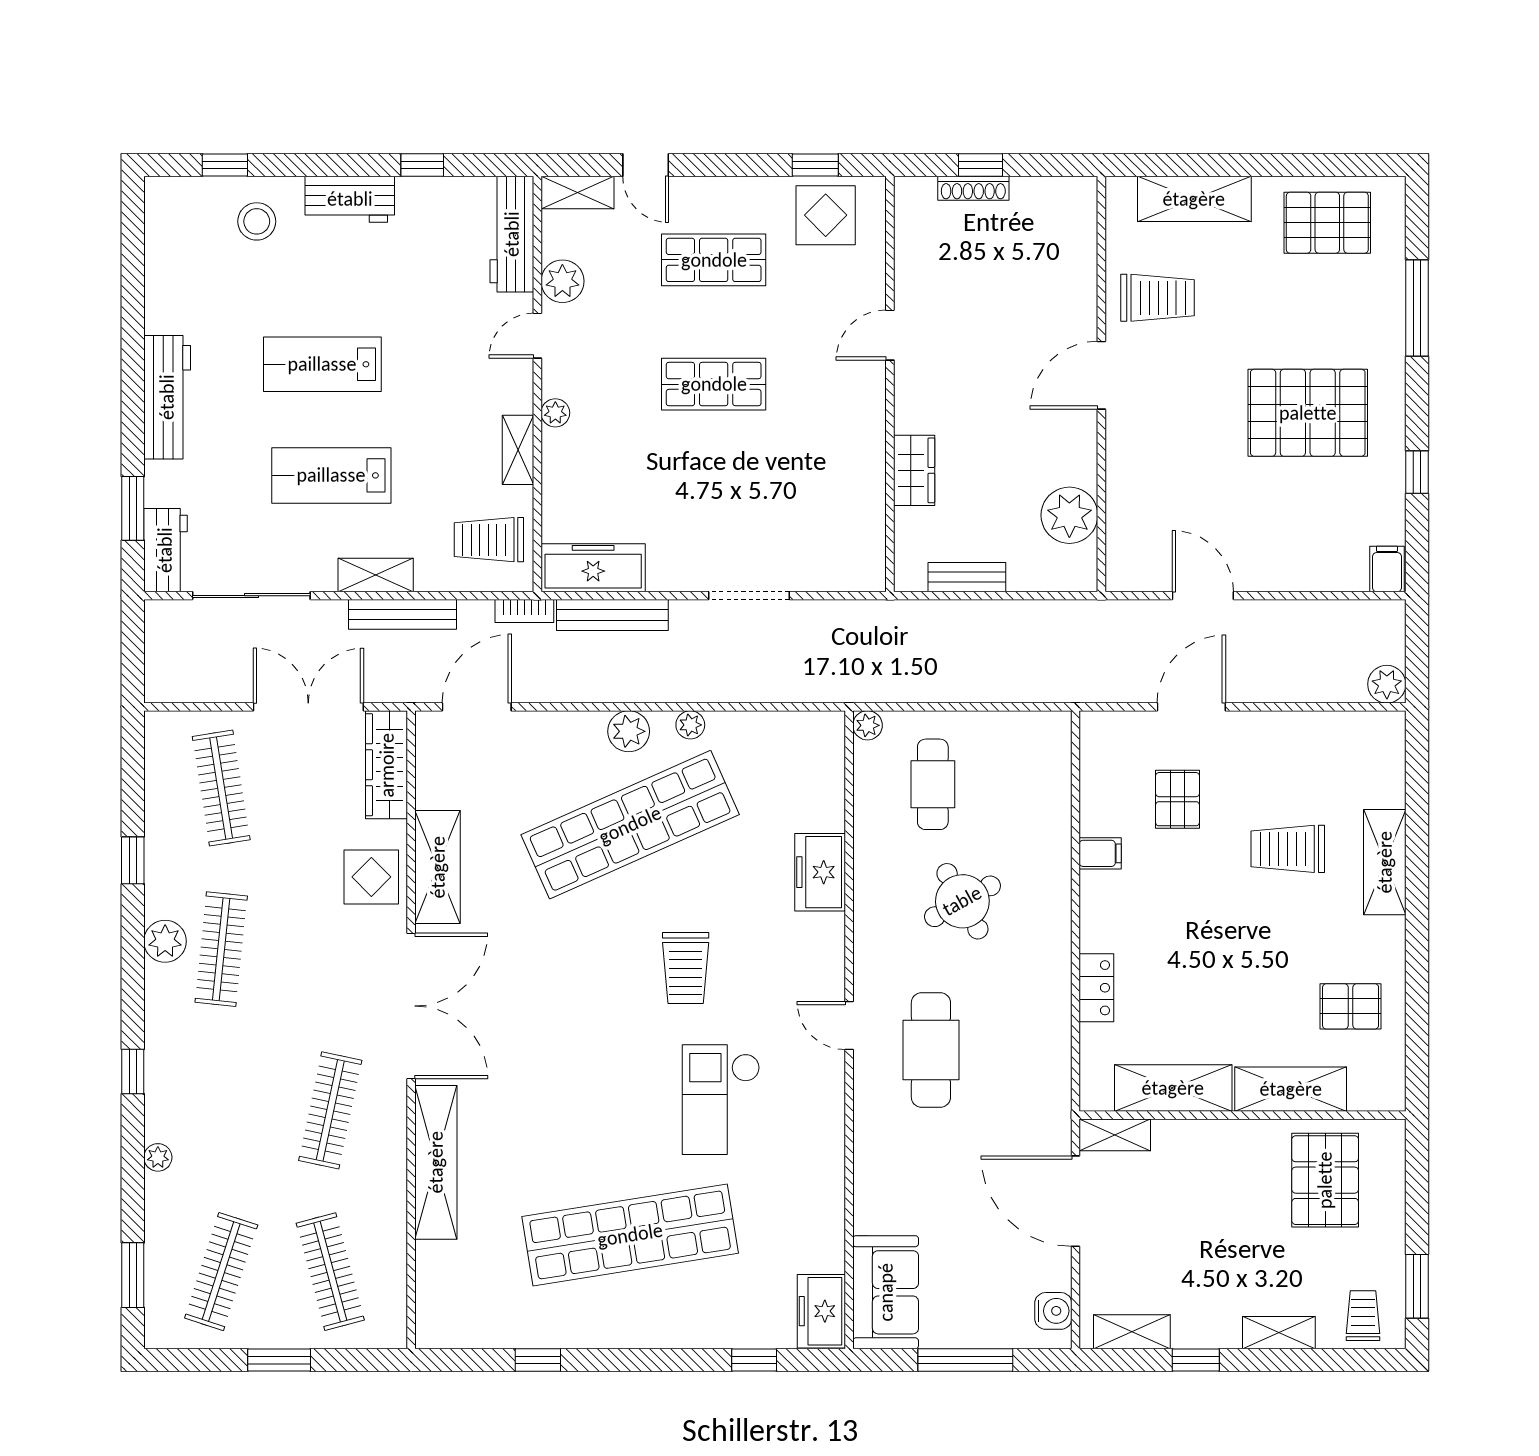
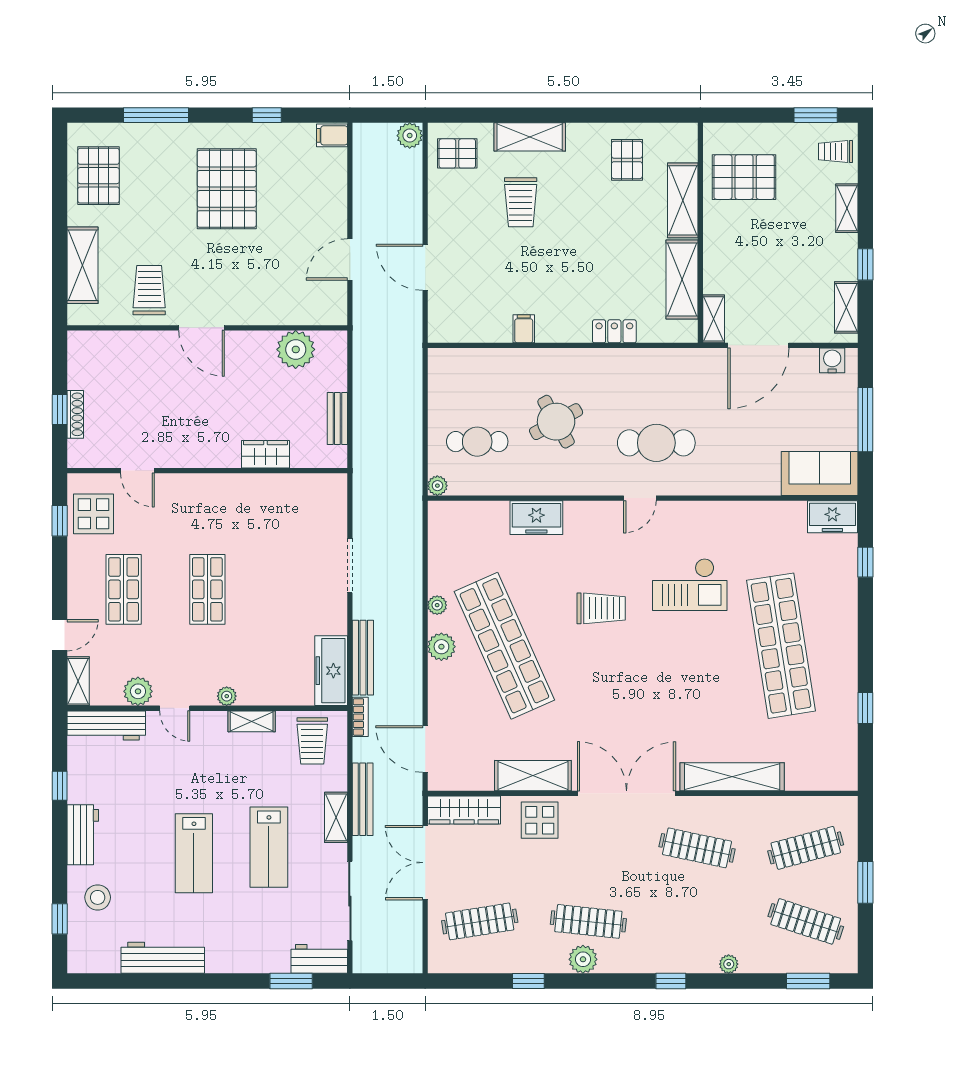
door: (890, 335) -> (137, 471), moved
workbench: (167, 397) -> (163, 958), moved
pallet: (1177, 799) -> (457, 153), moved

